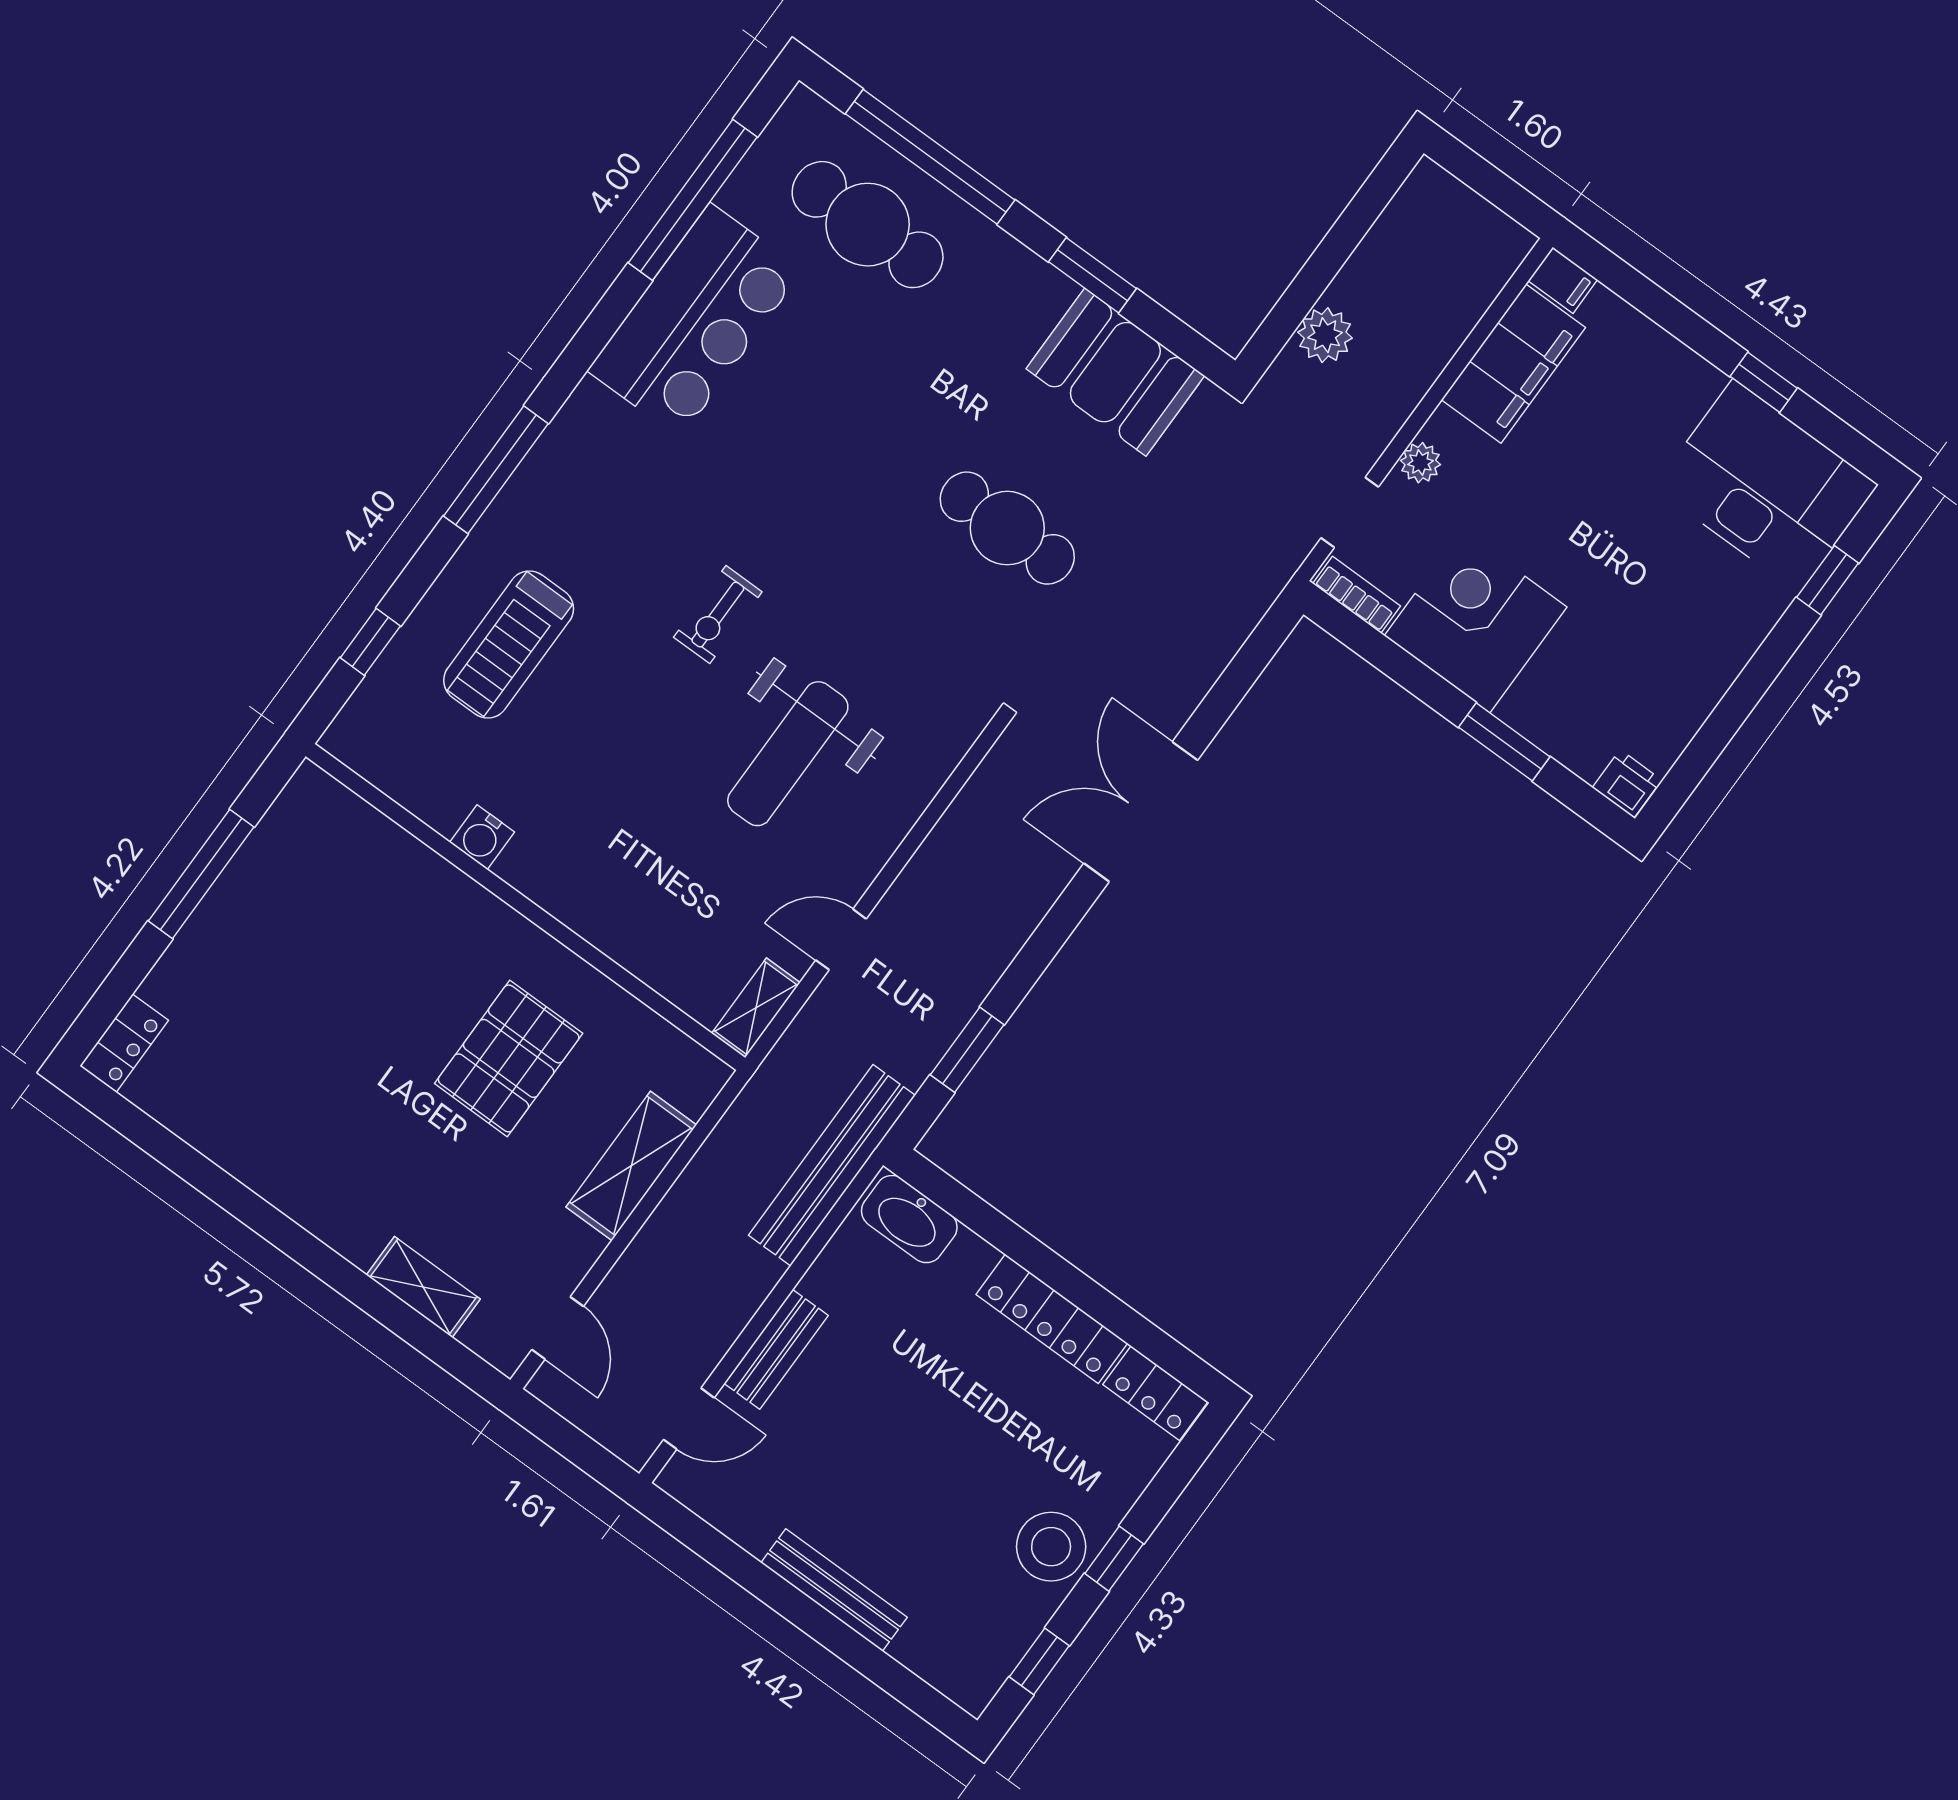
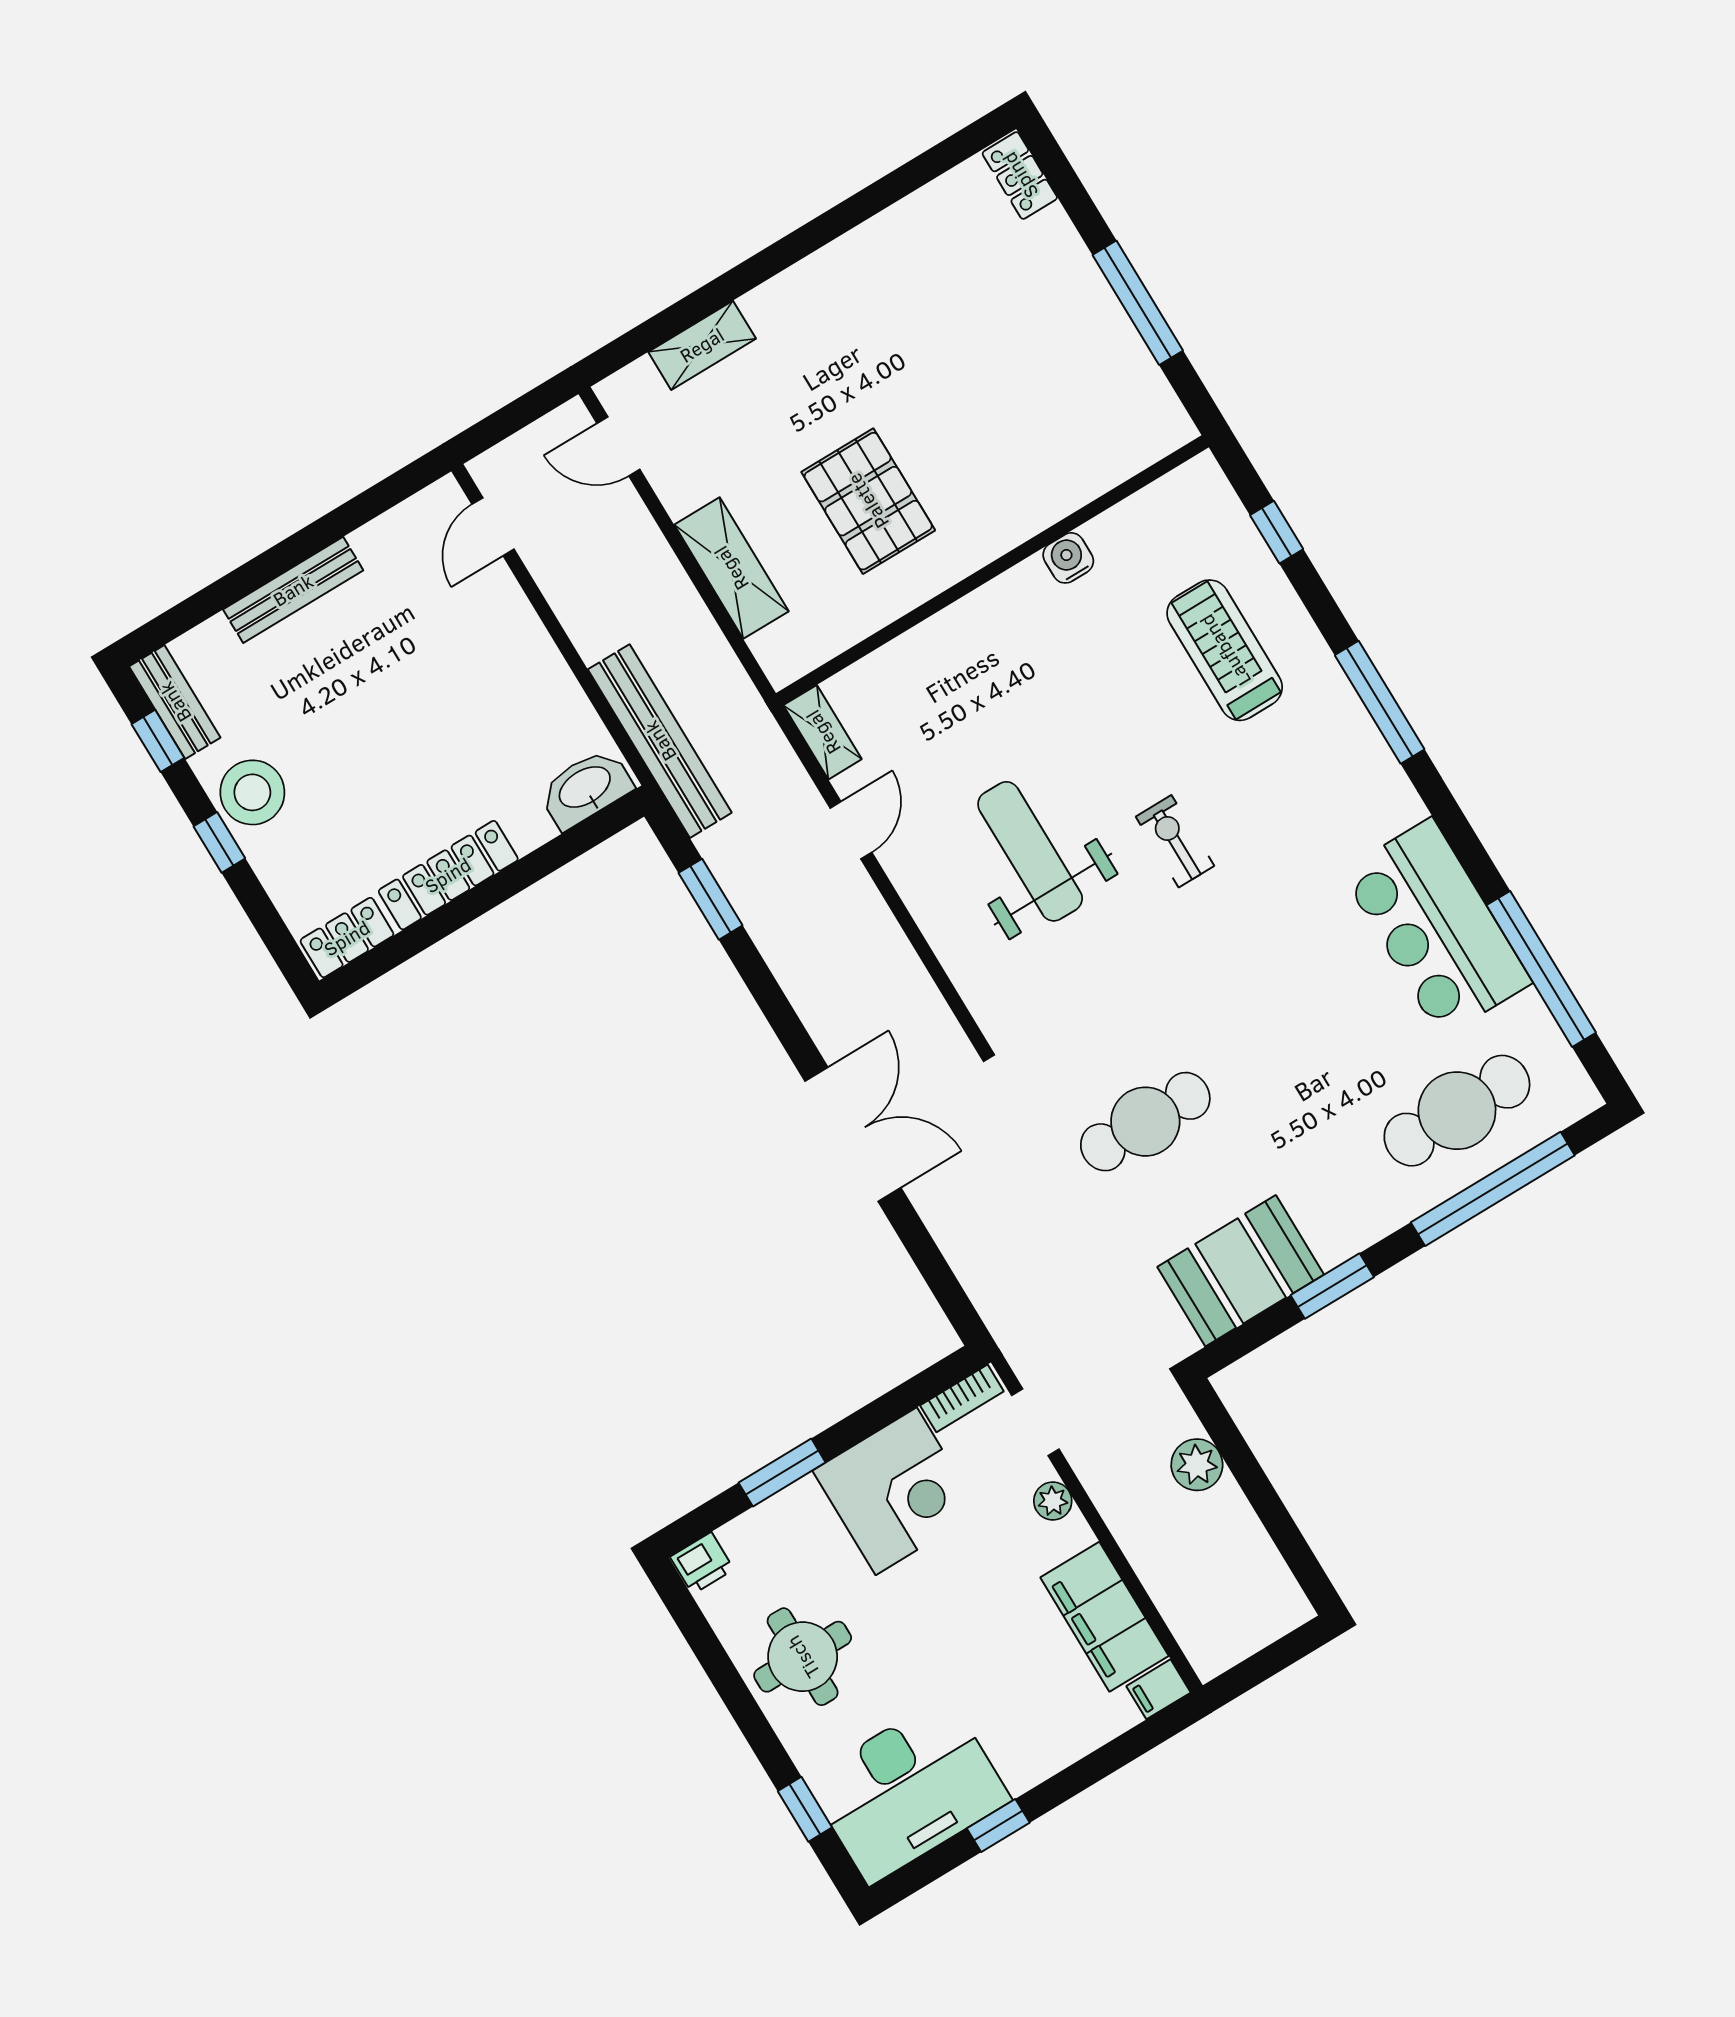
round table: (1678, 646) -> (803, 1657), added
bench: (776, 1349) -> (175, 702), moved

